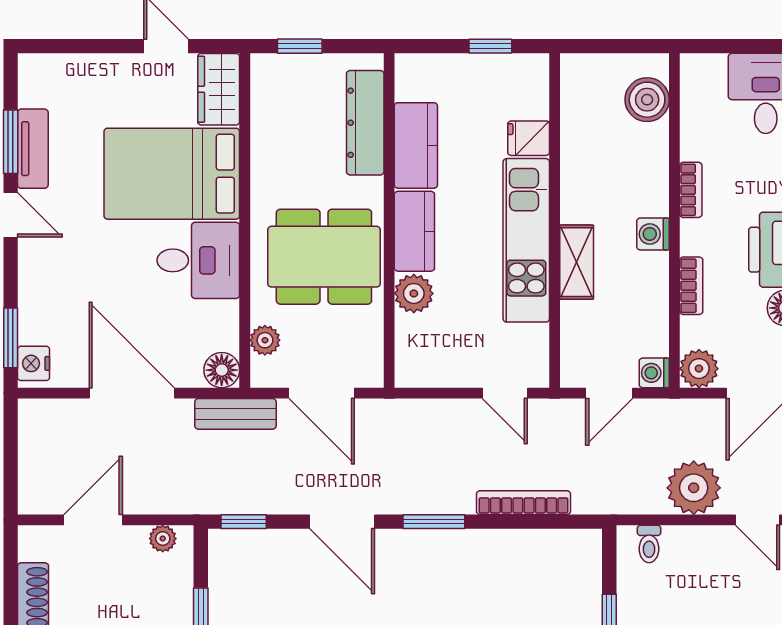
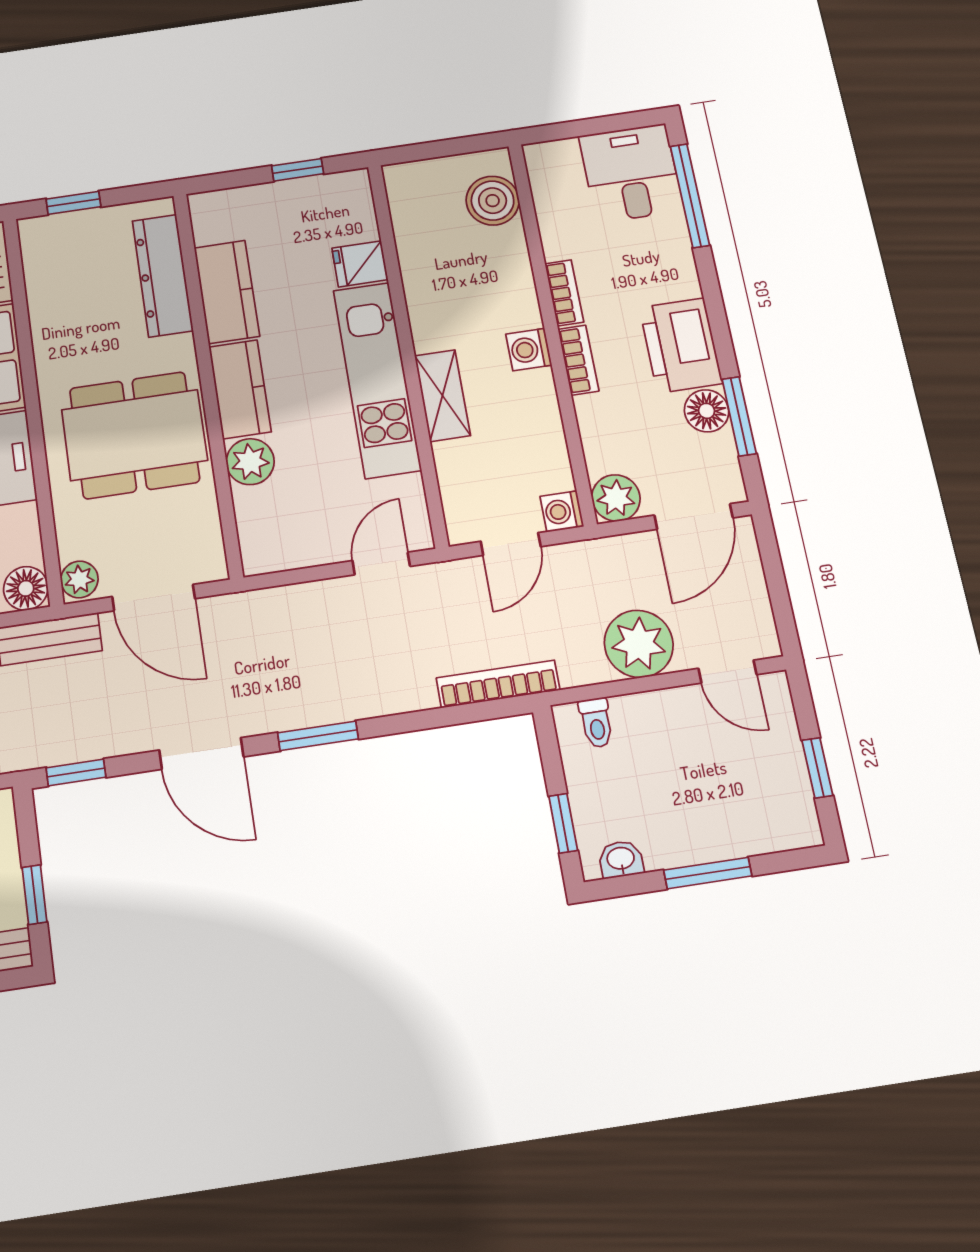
bookcase: (691, 286) -> (578, 360), moved
plant: (265, 340) -> (79, 579), moved
door: (505, 393) -> (381, 563), swing flipped
bookcase: (523, 503) -> (498, 684), moved

